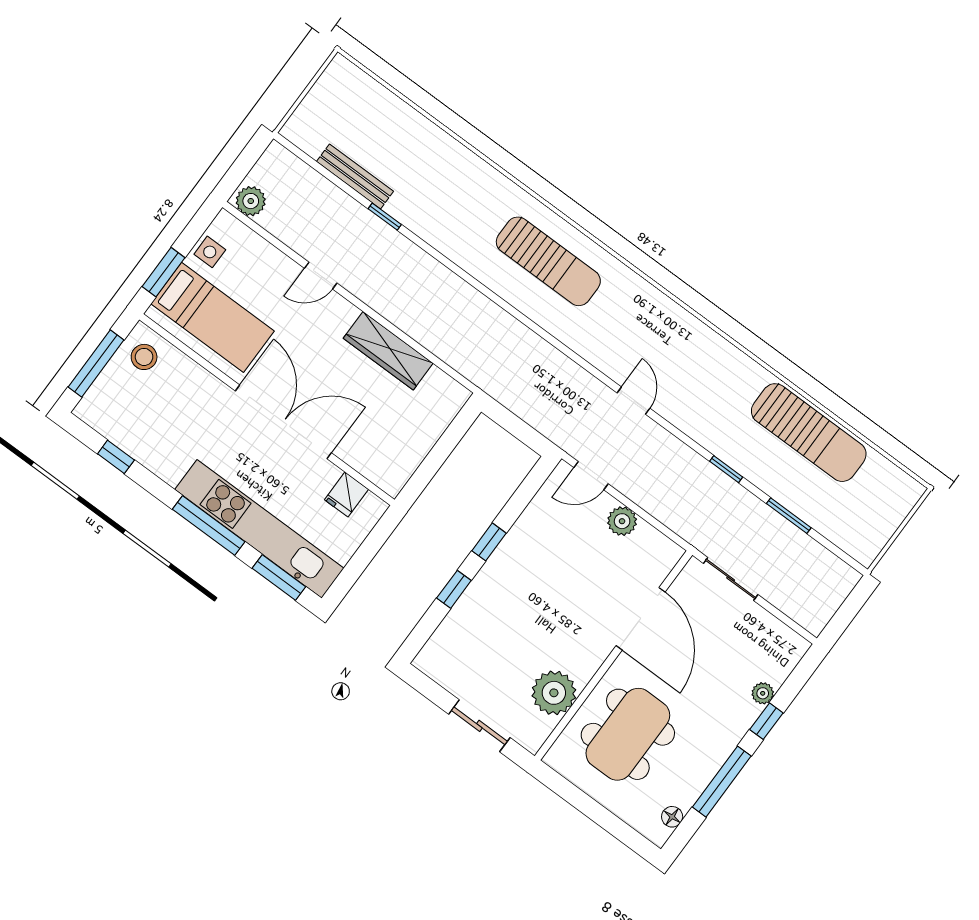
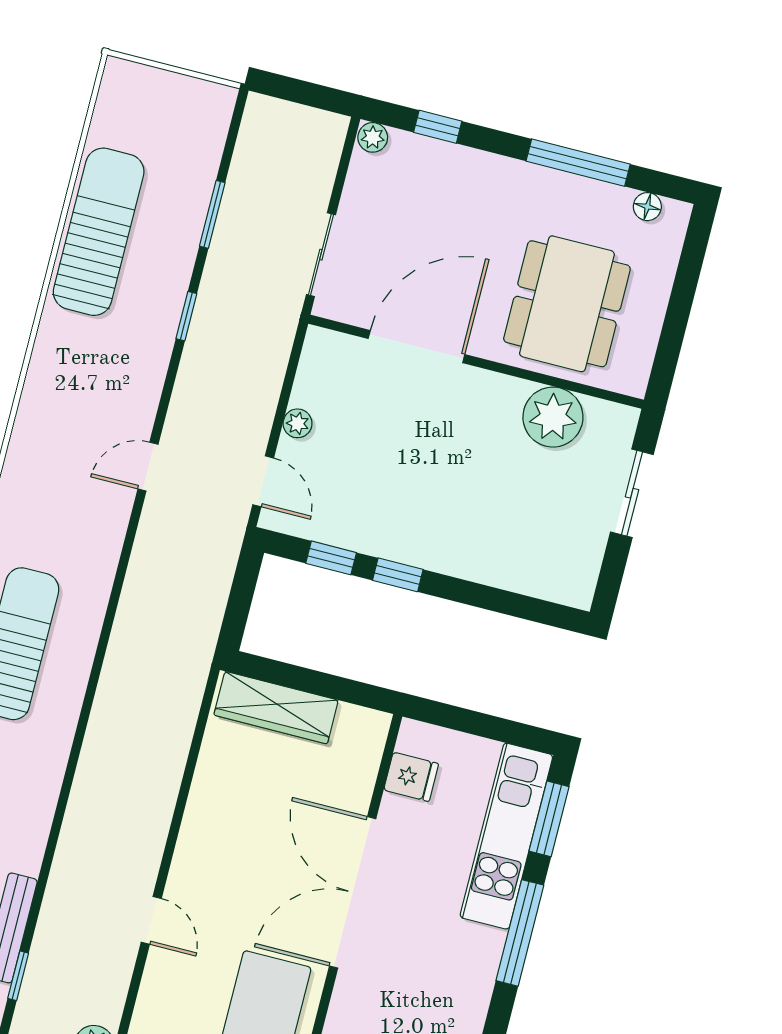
window: (385, 217) -> (18, 976), moved
wardrobe: (388, 351) -> (276, 708), moved, turned 90
plant: (622, 521) -> (298, 423), width x0.73, depth x0.73
kitchen unit: (259, 529) -> (506, 836), width x0.73
window: (454, 589) -> (331, 558), moved
plant: (763, 693) -> (373, 137), moved
window: (766, 721) -> (438, 127), moved
dining table: (628, 734) -> (567, 304), turned 90

